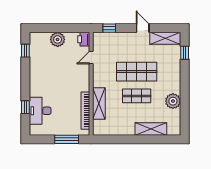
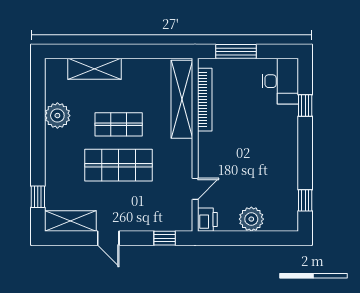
shelving: (99, 103) -> (182, 99), width x1.47
desk: (40, 111) -> (280, 81), moved

